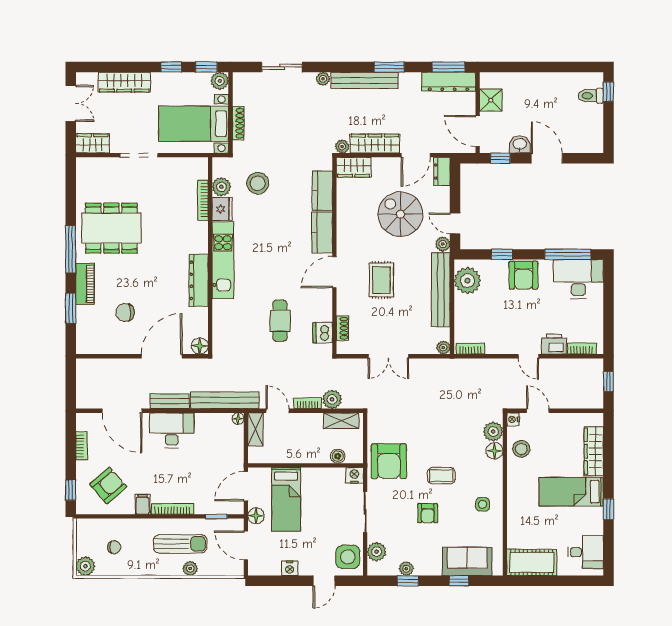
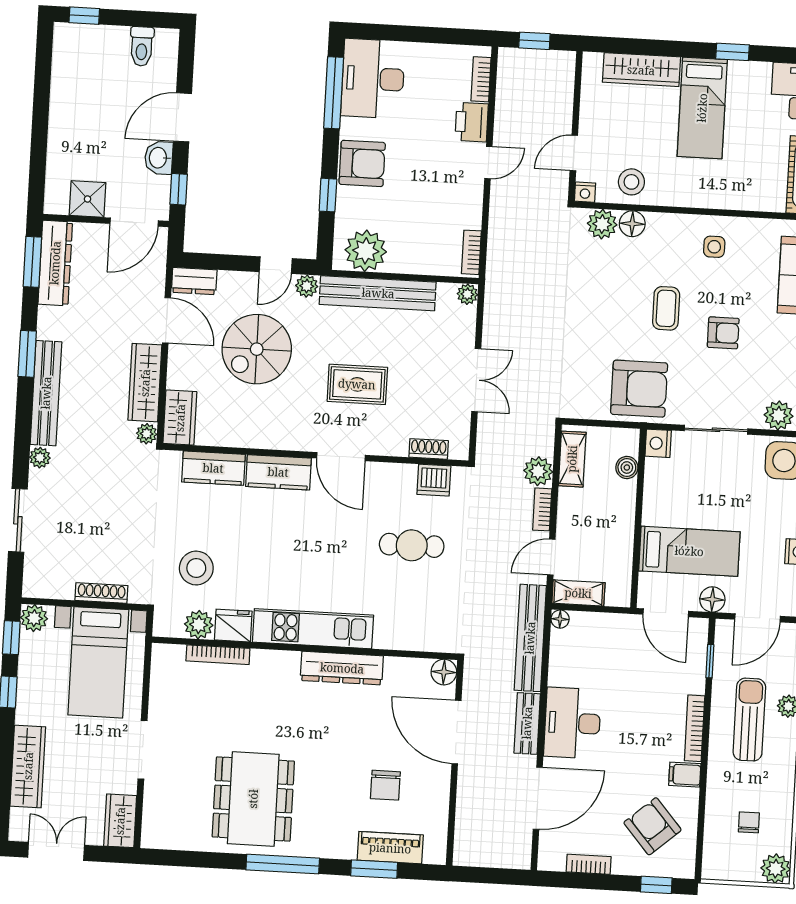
toilet: (591, 96) -> (142, 46), moved
piano: (85, 284) -> (390, 848), moved

